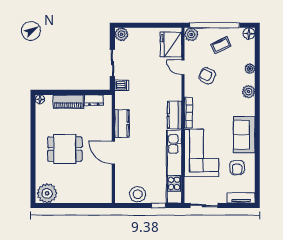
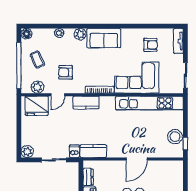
plant: (191, 34) -> (37, 87), moved
armchair: (207, 76) -> (66, 72), turned 64
kitchen counter: (175, 115) -> (86, 103), moved
kitchen counter: (122, 123) -> (93, 151), moved
sofa: (244, 135) -> (104, 38), moved
window: (158, 206) -> (185, 143), moved

